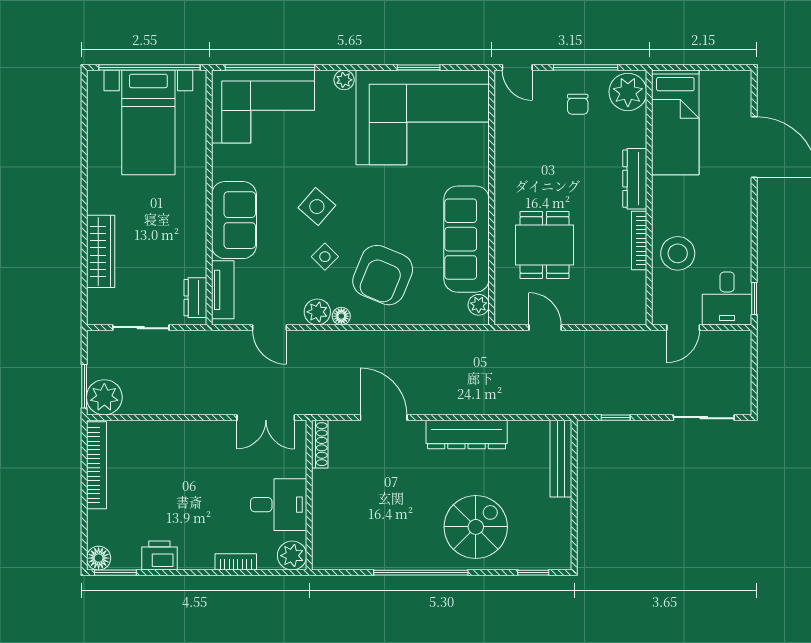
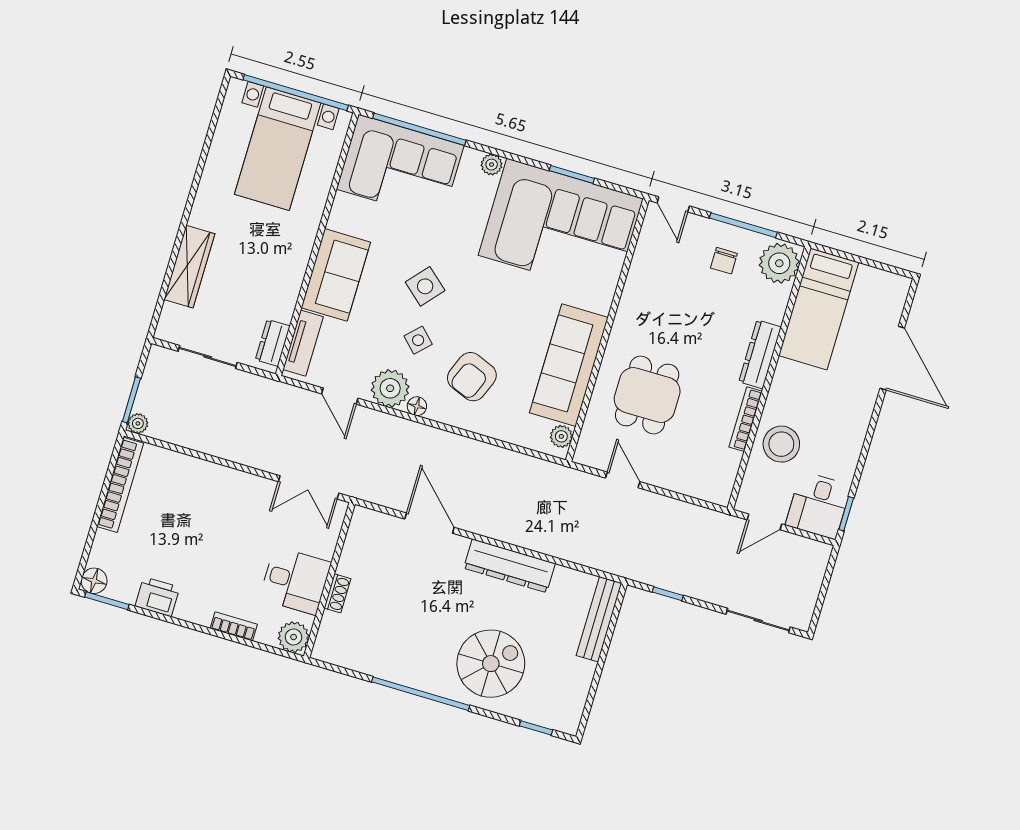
armchair: (383, 275) -> (472, 377), width x0.73, depth x0.73
plant: (317, 312) -> (390, 388), width x1.36, depth x1.36
plant: (104, 397) -> (138, 423), width x0.53, depth x0.53
shoe rack: (320, 444) -> (337, 593), moved, width x0.70

